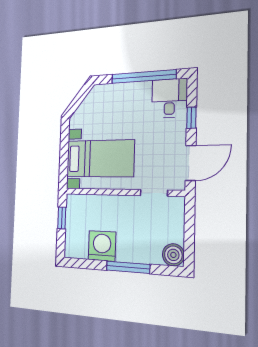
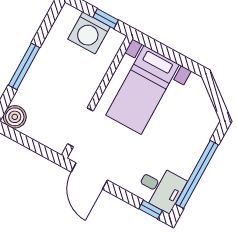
window: (191, 118) -> (151, 210), moved
doorway: (154, 193) -> (80, 127), width x1.38
washing machine: (102, 246) -> (89, 33), moved, turned 90

